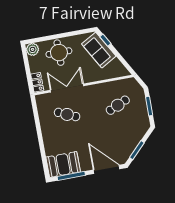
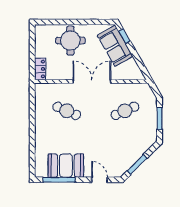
plant: (33, 49) -> (42, 32), removed
double door: (67, 88) -> (92, 81), moved
booth: (63, 164) -> (66, 166), moved
door: (107, 169) -> (99, 180), width x0.53

